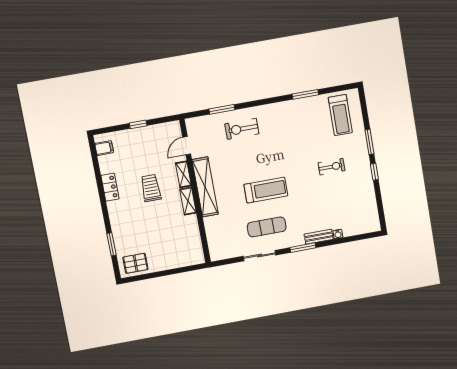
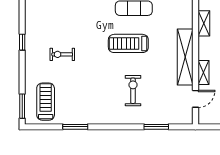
exercise bike: (242, 129) -> (133, 91), moved, turned -90
window: (369, 142) -> (22, 106), moved
shelving: (188, 201) -> (204, 23), moved

